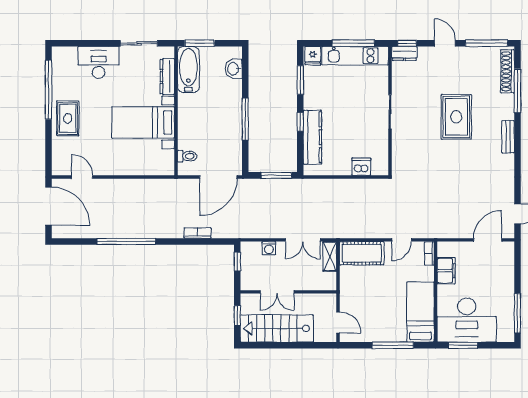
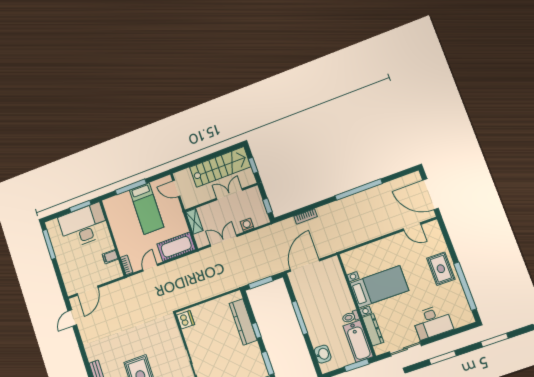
toilet: (187, 156) -> (351, 317), moved
dishwasher: (361, 167) -> (186, 320), moved, turned -90
shelving: (330, 256) -> (194, 221), moved
filing cabinet: (446, 271) -> (110, 257), width x0.50
bed: (420, 312) -> (147, 209), moved

